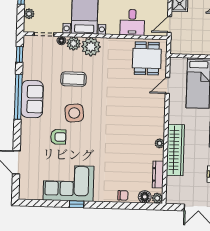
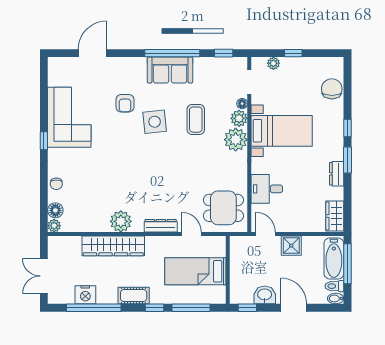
plant: (160, 143) -> (121, 221), width x1.87, depth x1.87
dresser: (158, 174) -> (161, 226), moved
window: (77, 204) -> (44, 141), moved

